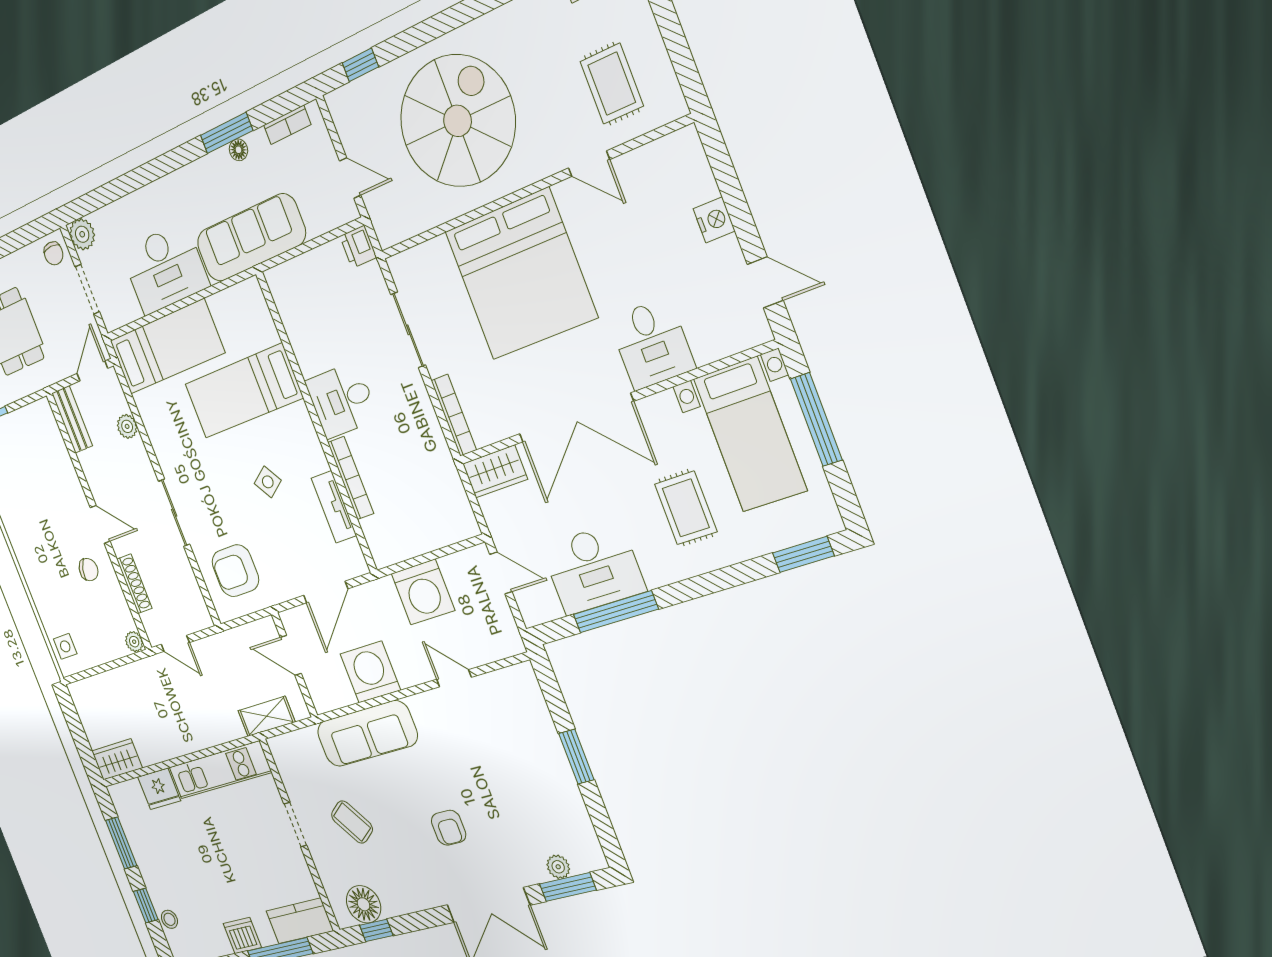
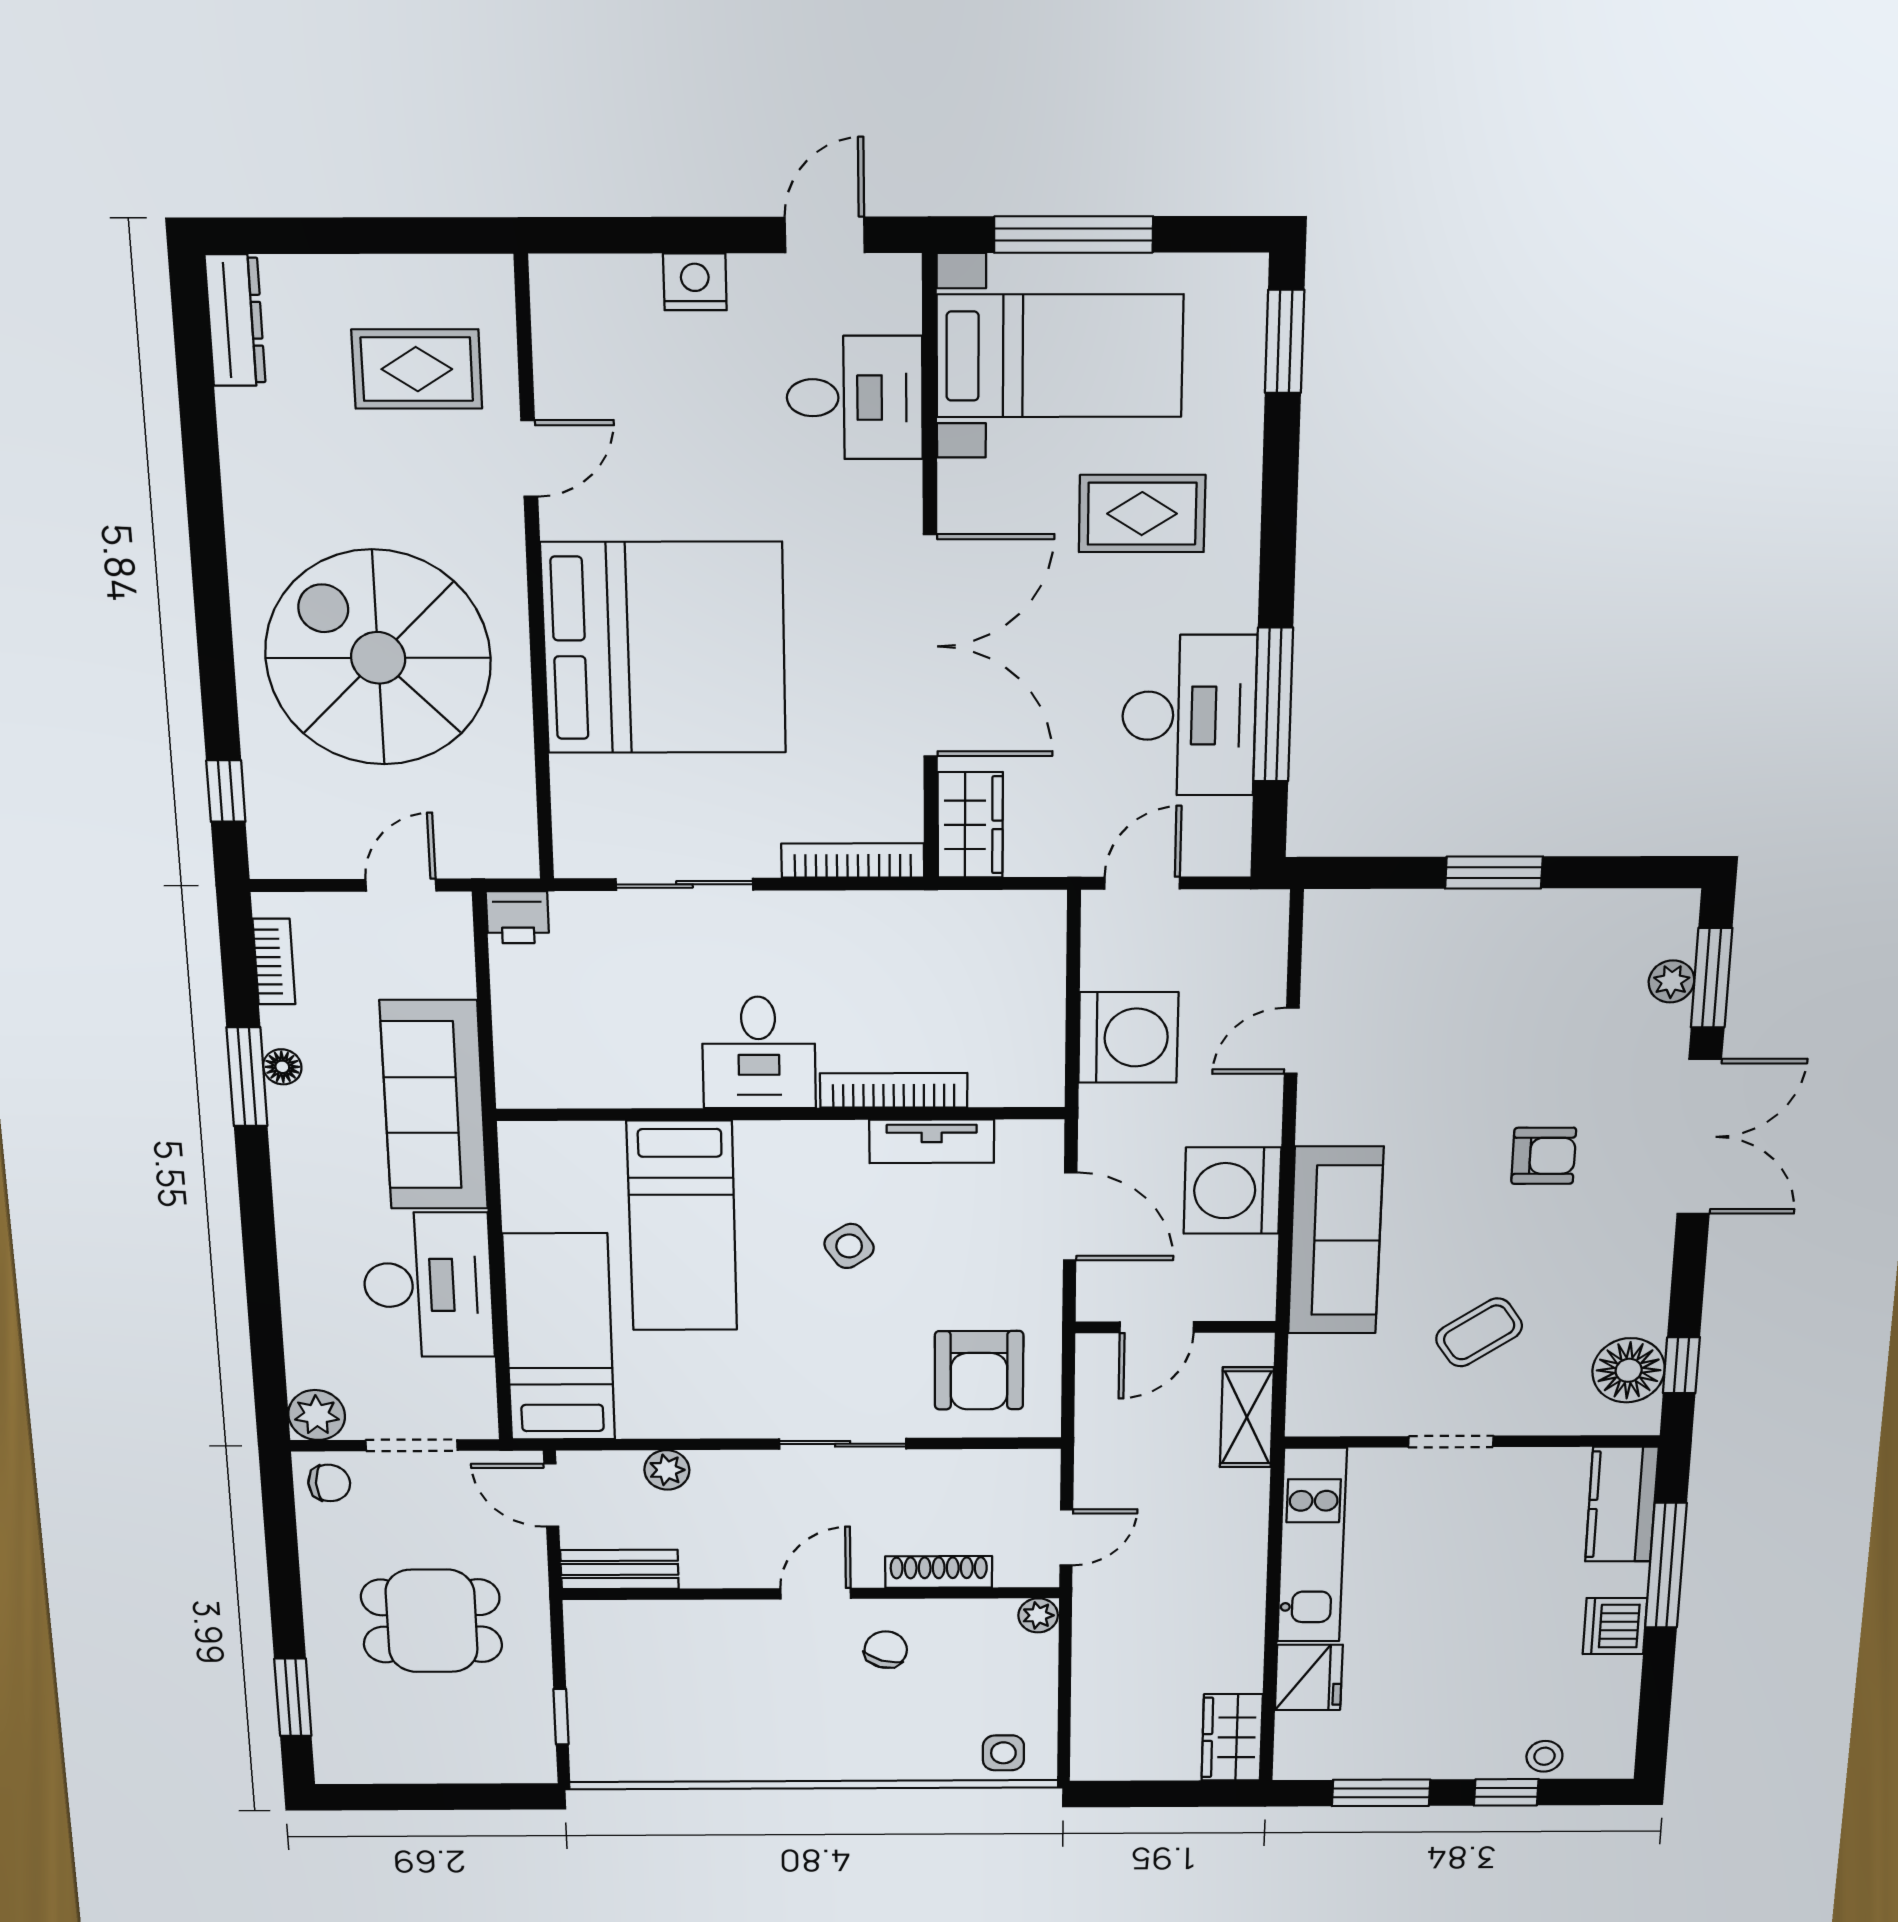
desk: (652, 344) -> (855, 398), moved

